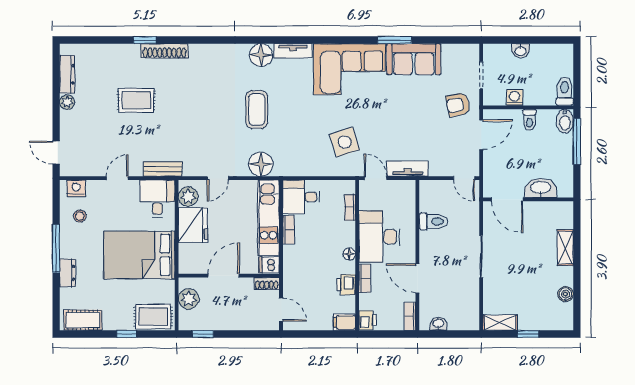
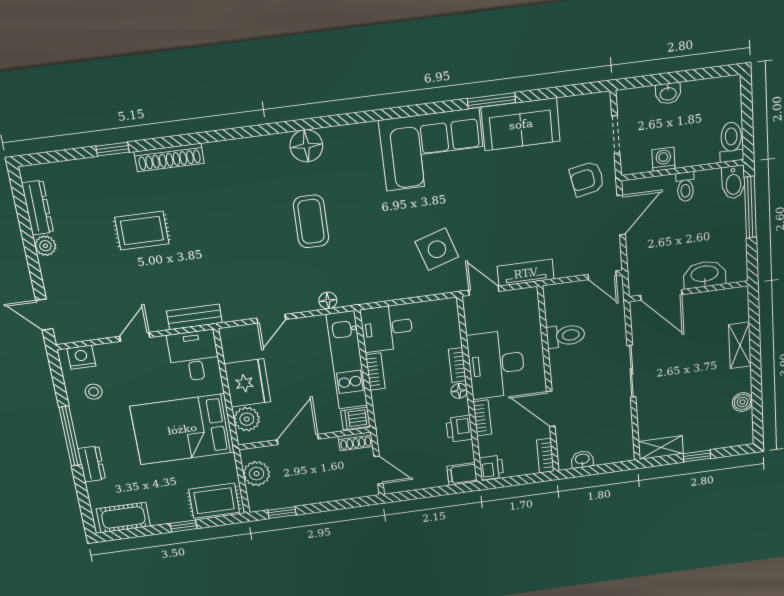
window: (145, 40) -> (113, 149), moved
tv unit: (293, 51) -> (351, 134), removed
floor lamp: (261, 164) -> (328, 301), width x0.53, depth x0.53
plant: (188, 197) -> (247, 419), moved
bookcase: (350, 207) -> (457, 365), moved

